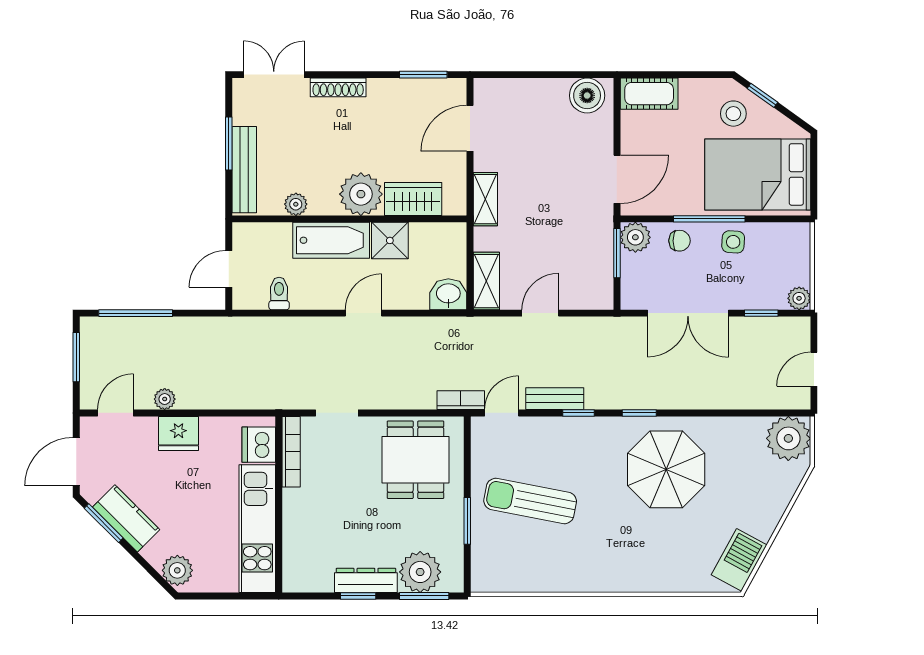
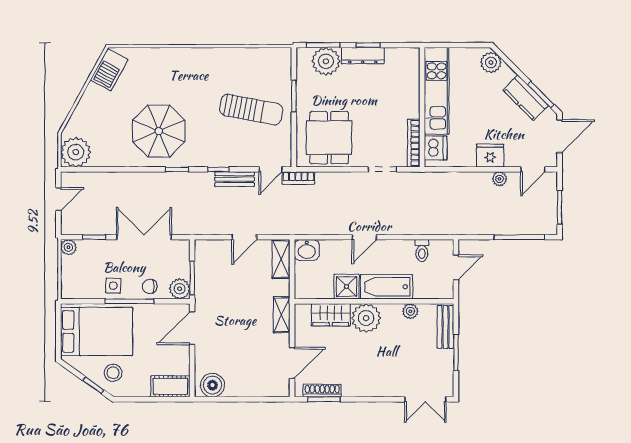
shoe rack: (338, 87) -> (322, 391), moved
bench: (244, 170) -> (445, 327), width x0.73

